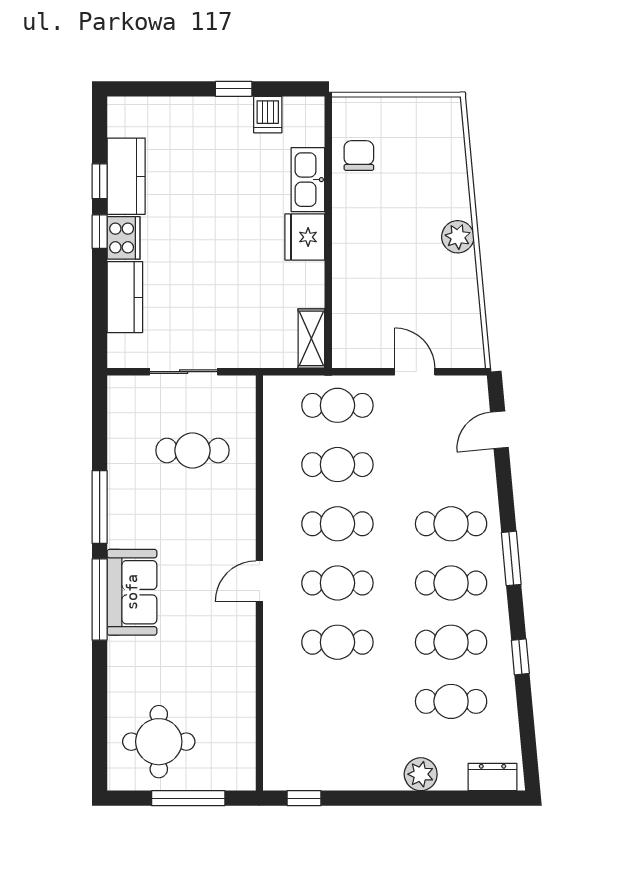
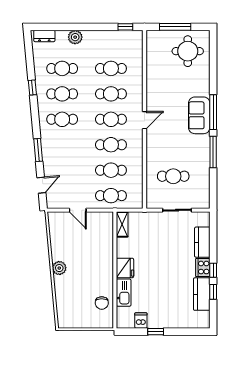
cafe table: (451, 524) -> (111, 68), moved
window: (511, 558) -> (38, 150), moved

